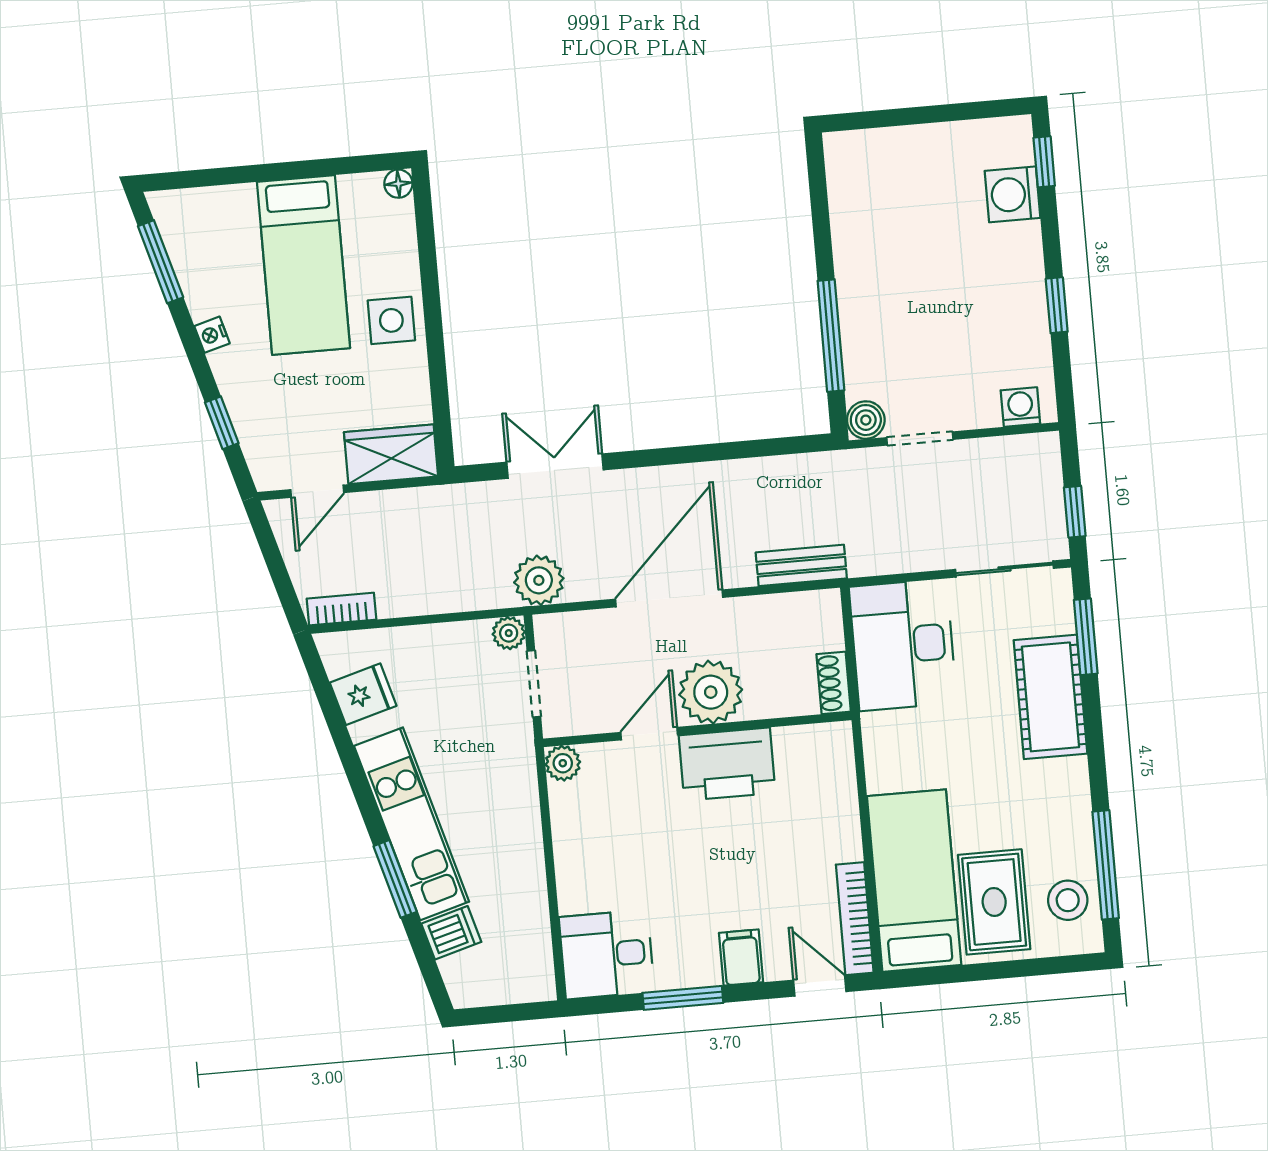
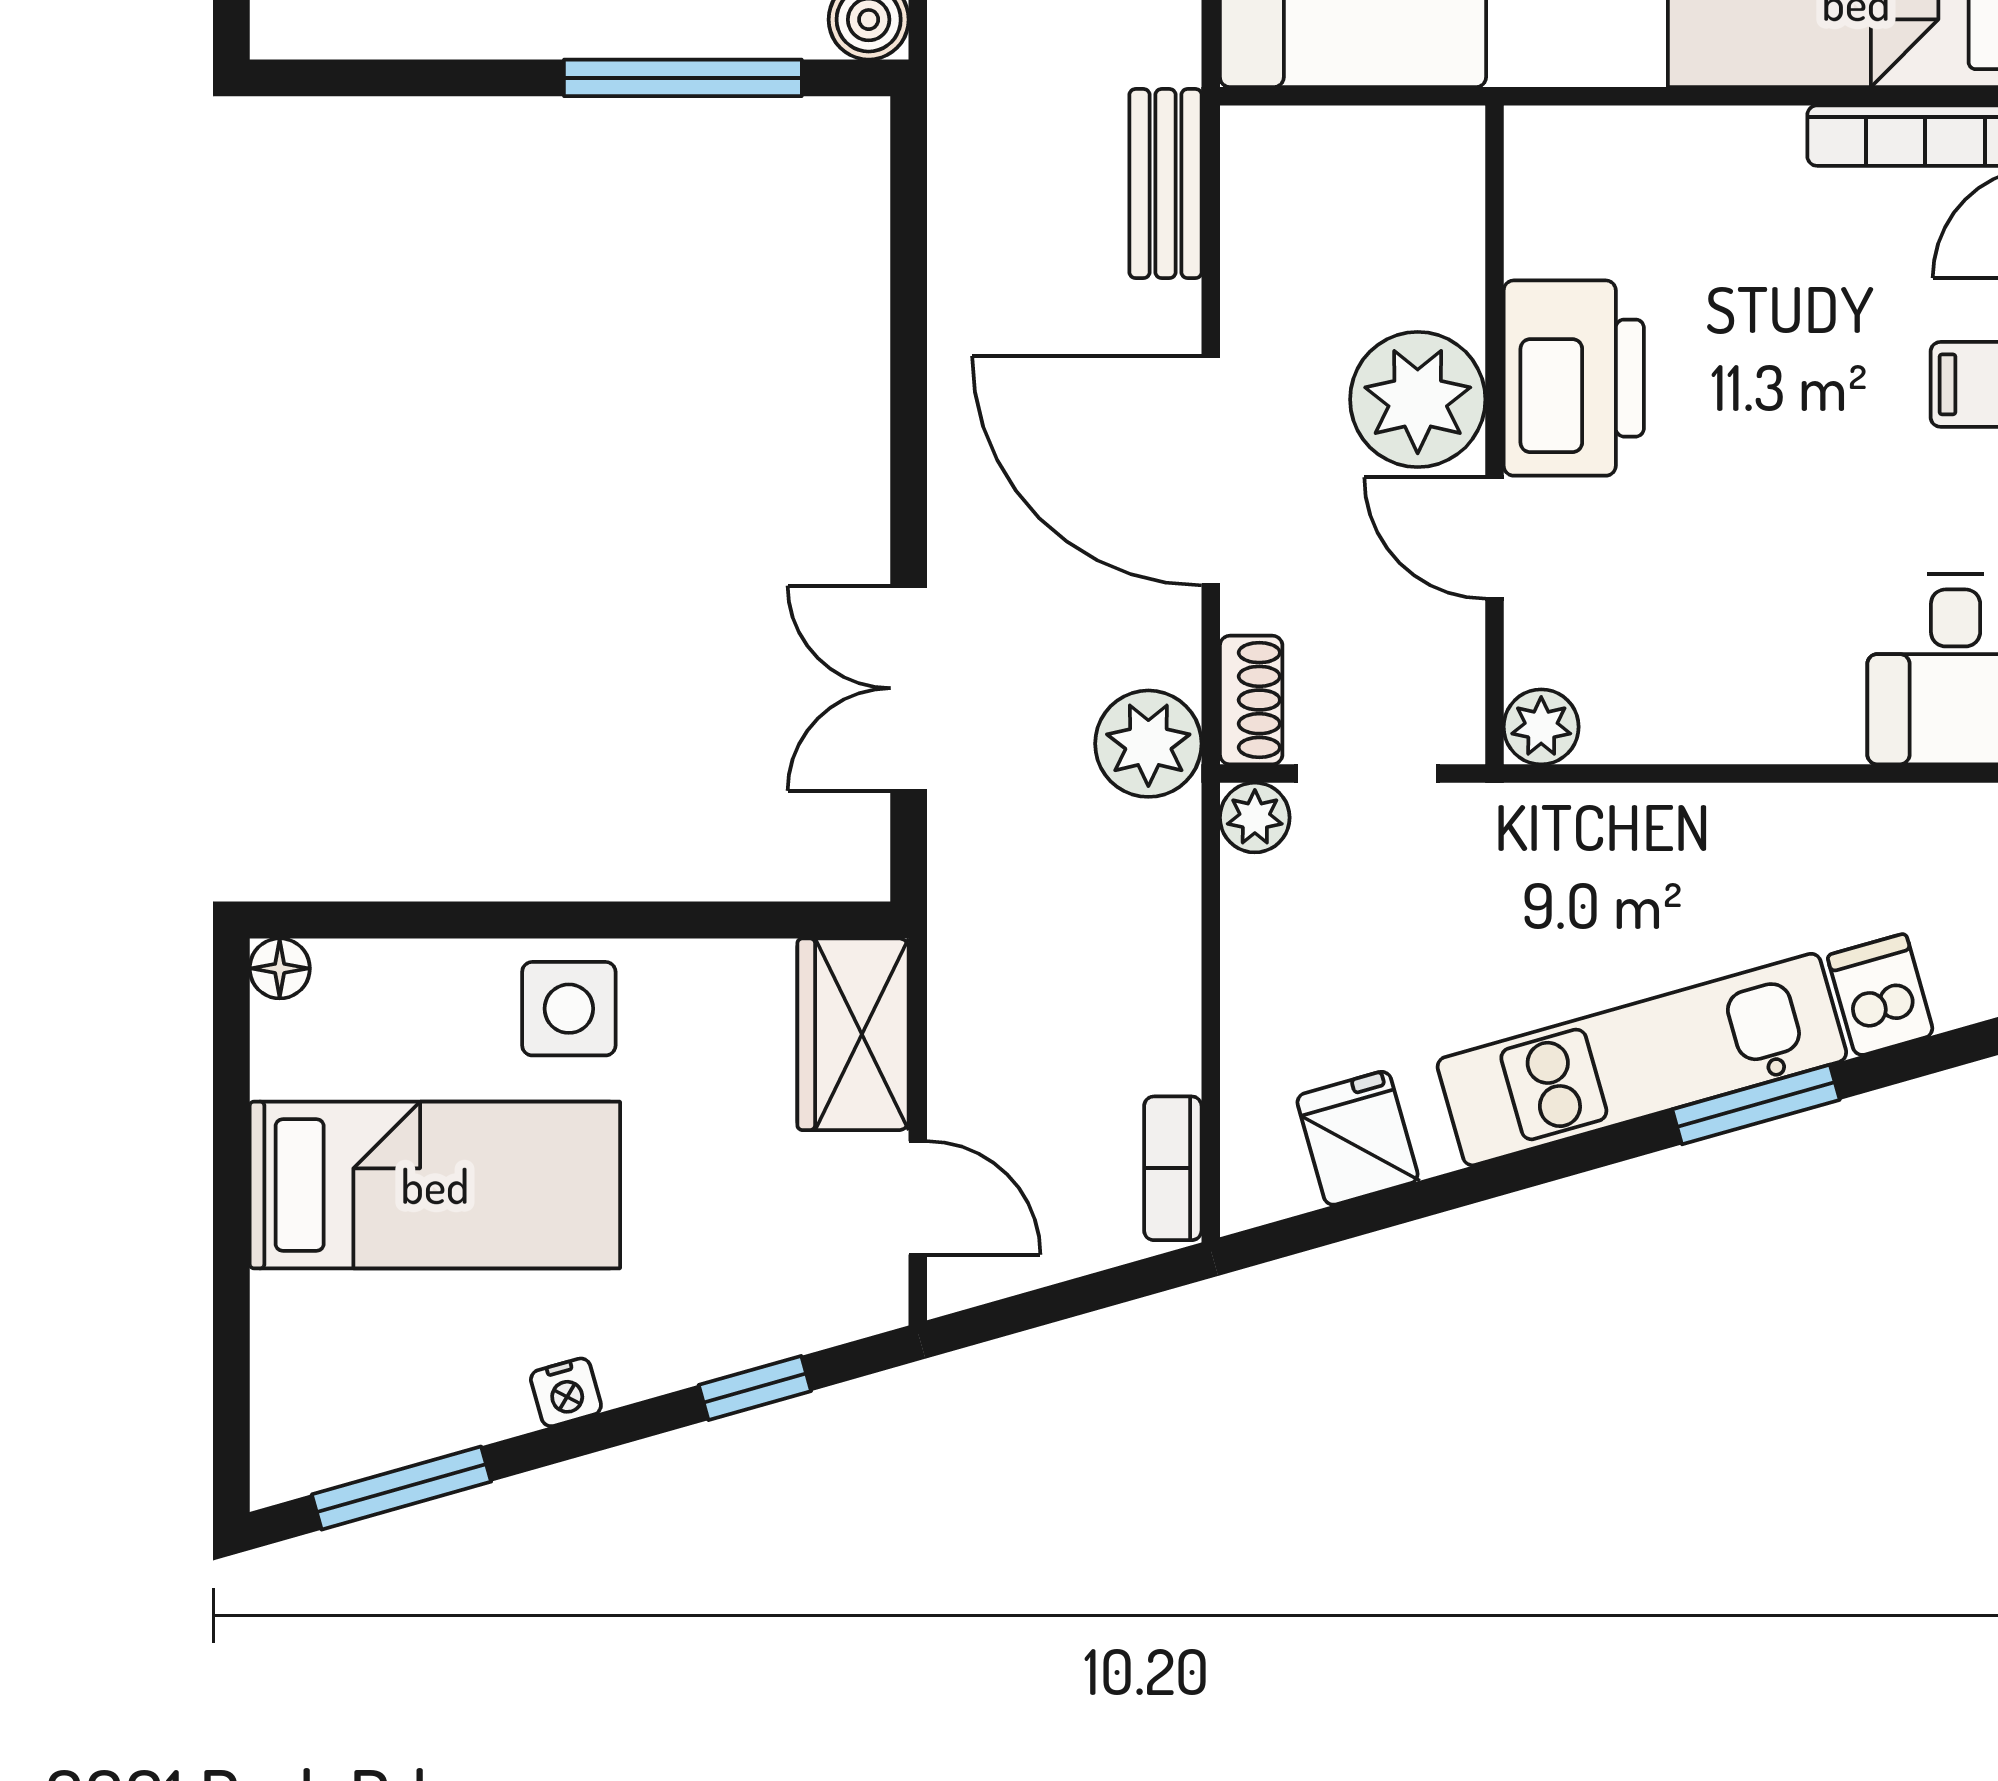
shoe rack: (834, 683) -> (1251, 700), moved, turned -90

